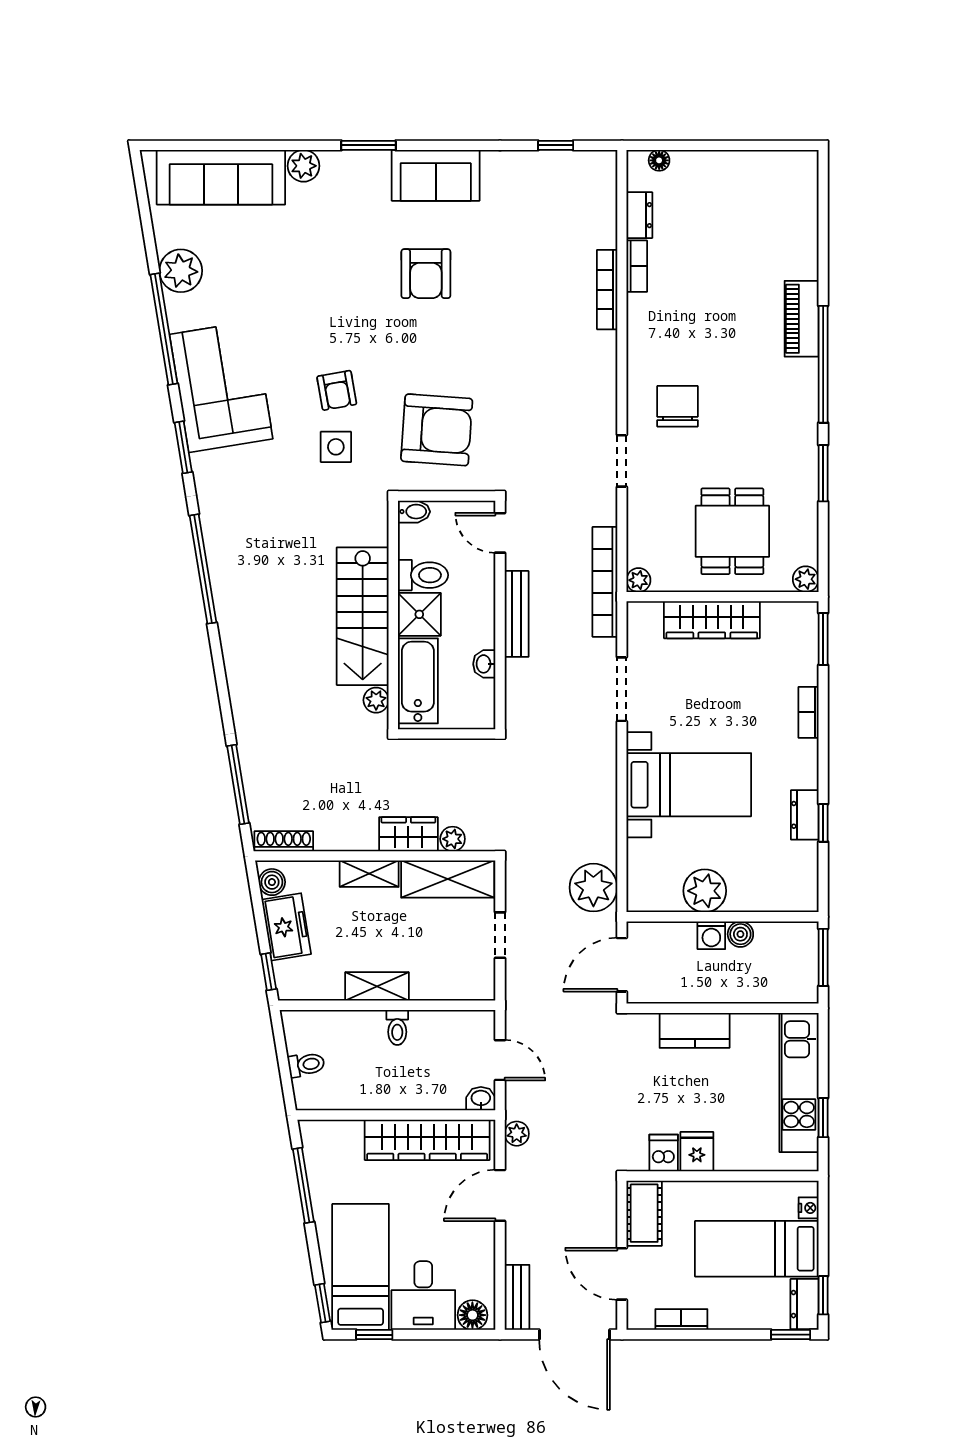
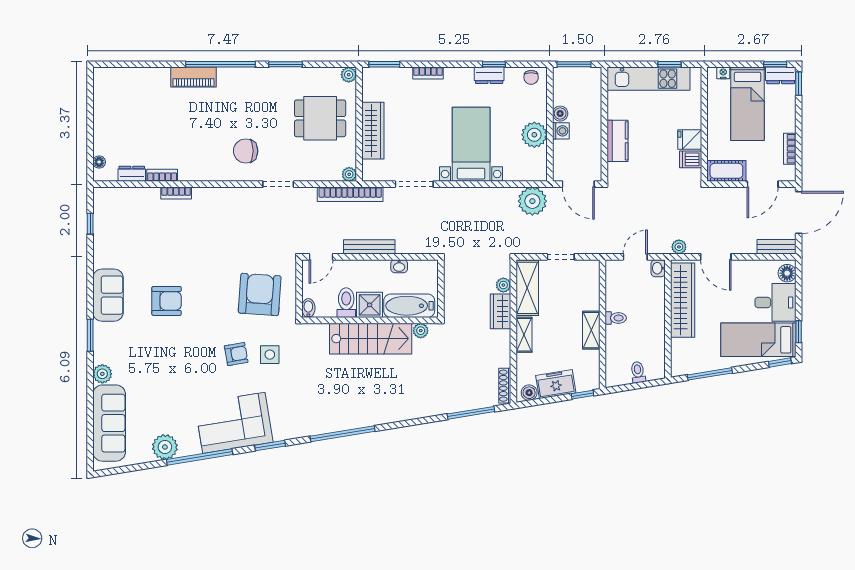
bookcase: (607, 290) -> (176, 193), width x0.64
chair: (801, 885) -> (531, 77), added

